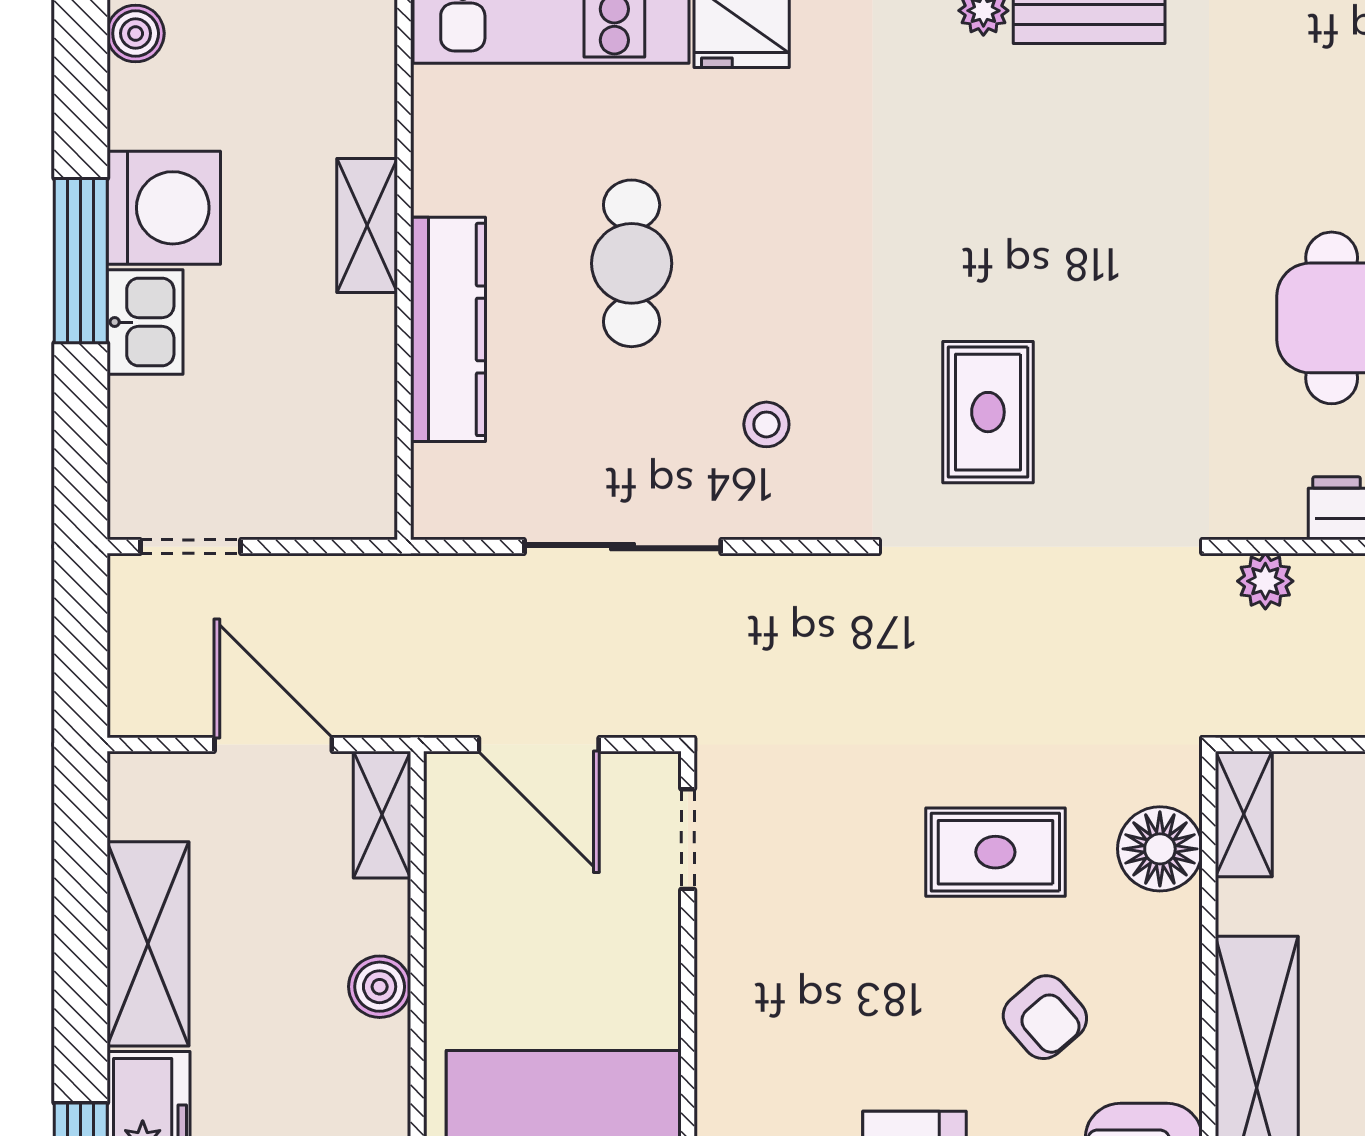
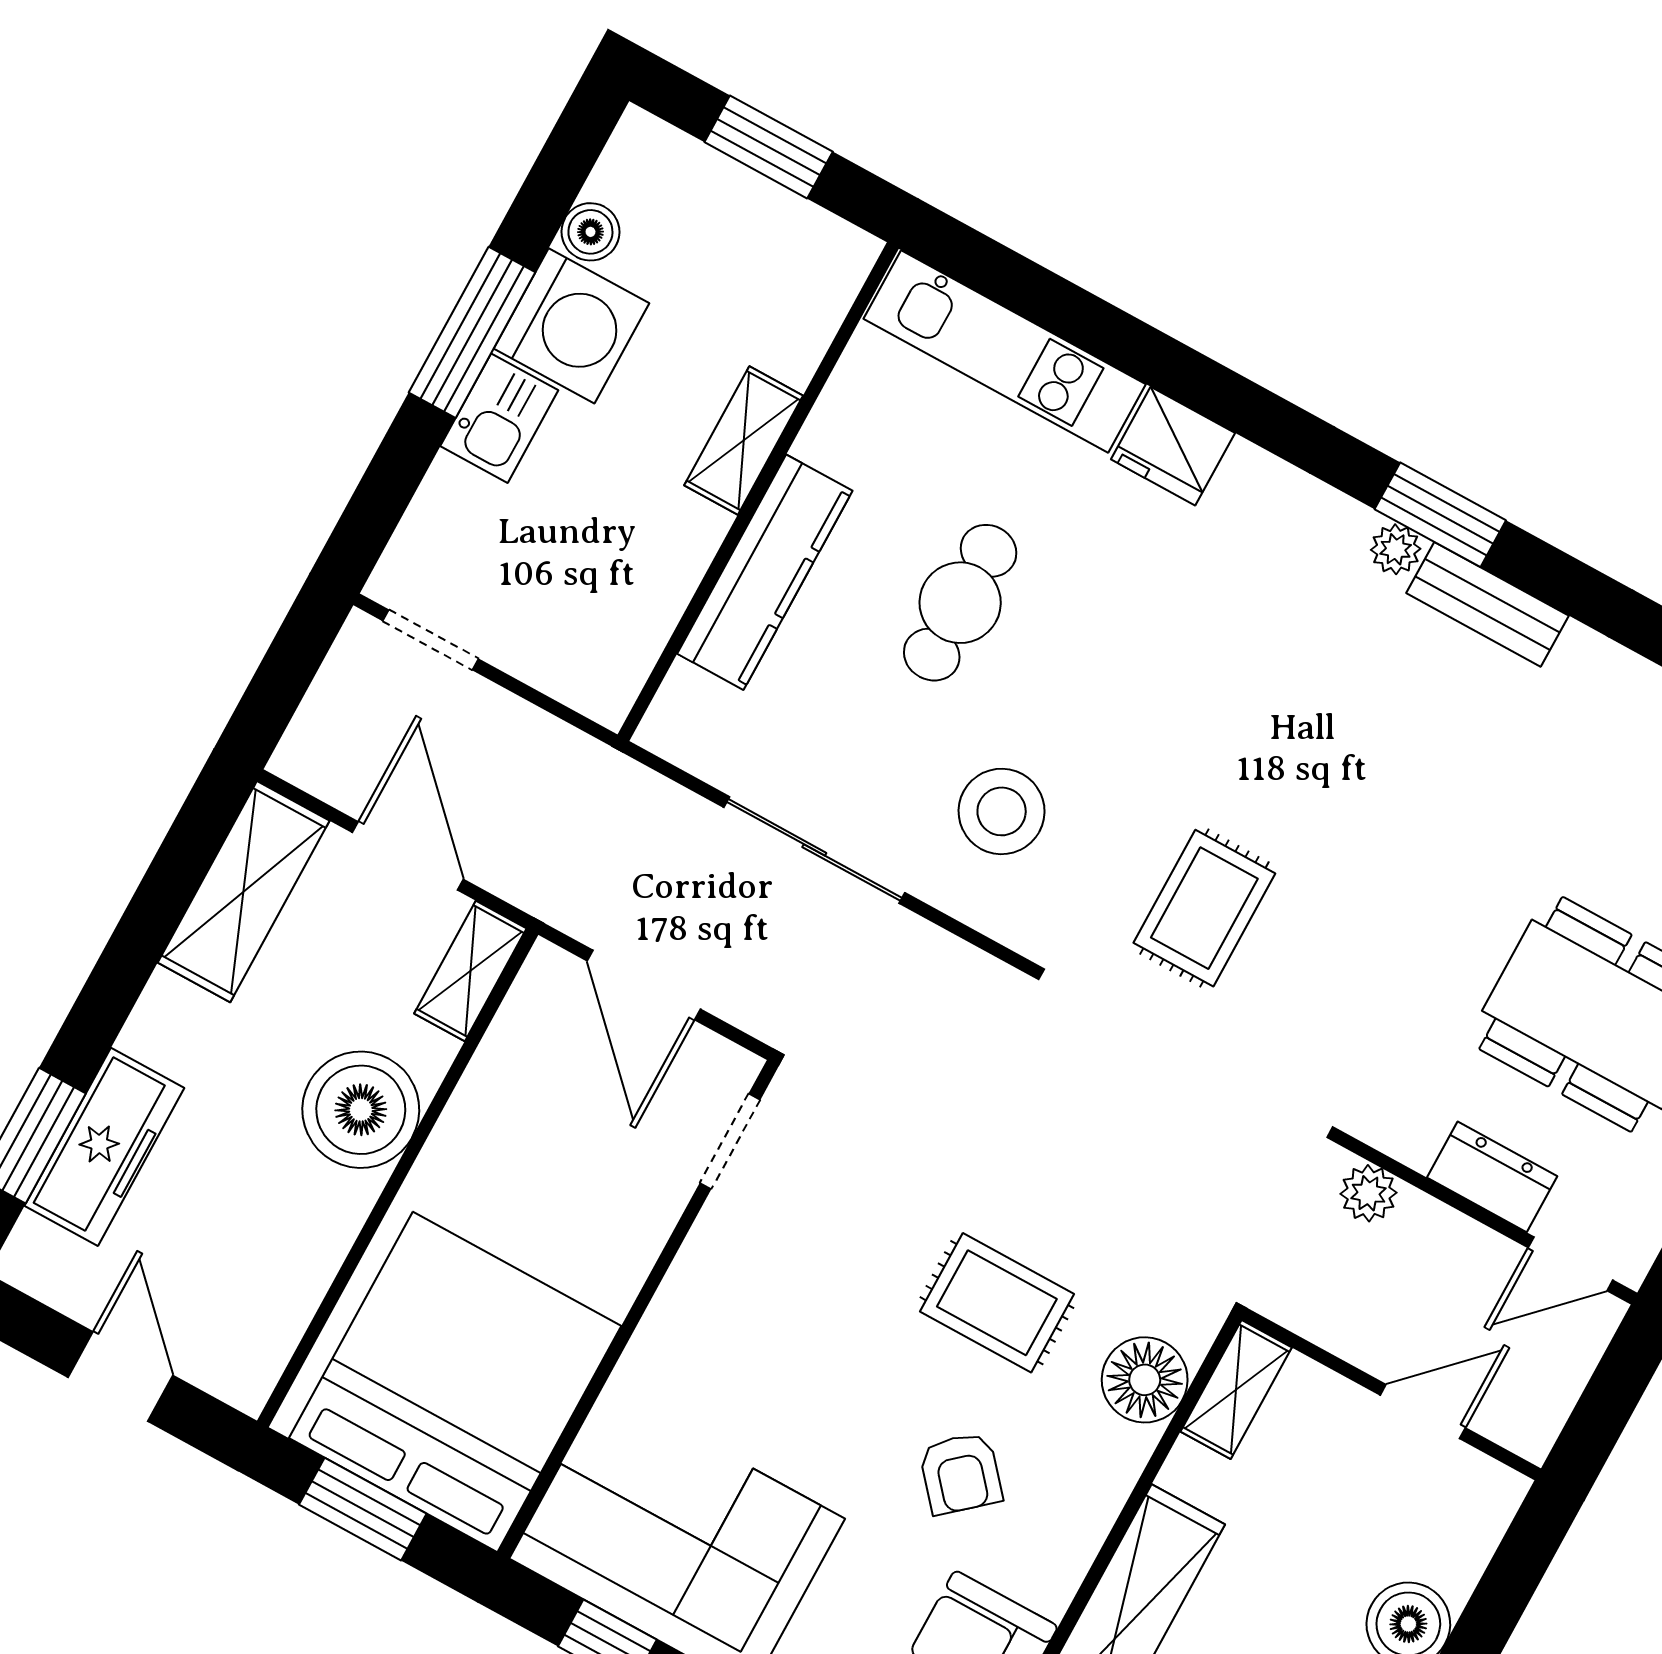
boiler: (136, 33) -> (590, 232), moved
stool: (766, 424) -> (1002, 811), width x1.89, depth x1.89
shelving: (148, 944) -> (244, 892), moved
boiler: (380, 987) -> (361, 1110), width x1.86, depth x1.86

